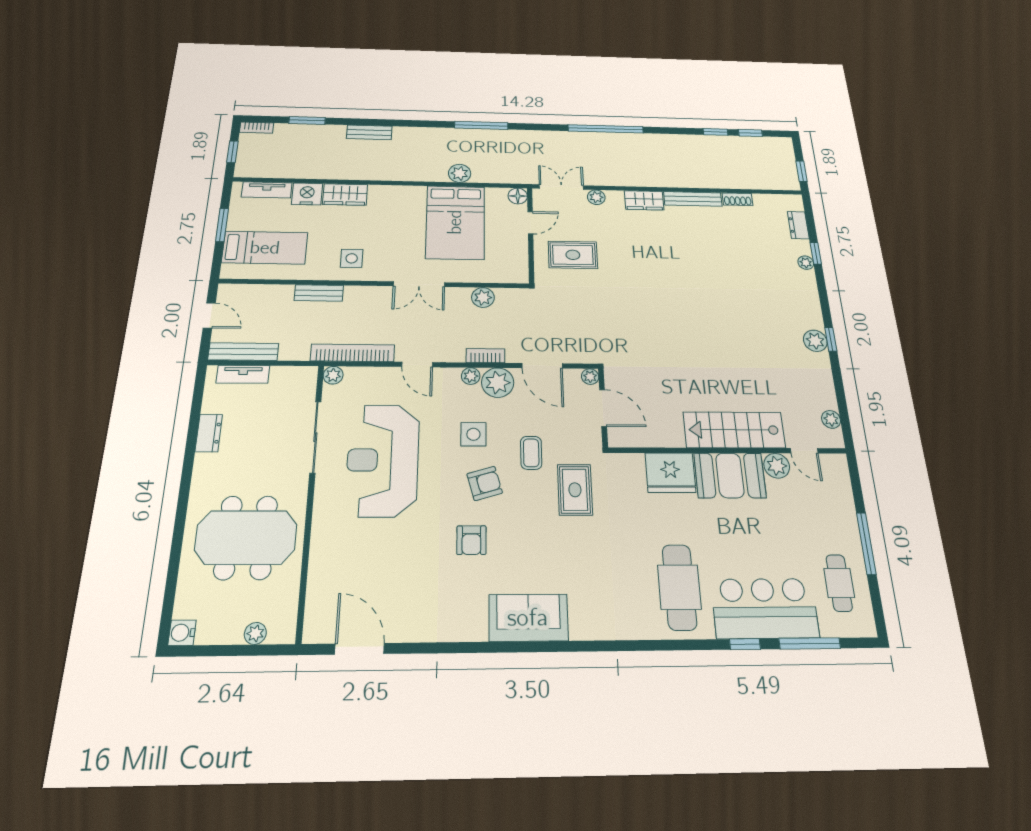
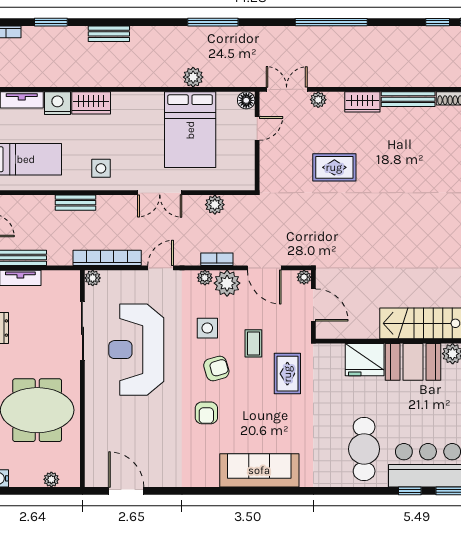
rug: (573, 255) -> (334, 167), moved
door: (417, 365) -> (161, 268), swing flipped
sofa: (528, 618) -> (259, 470), width x1.36

